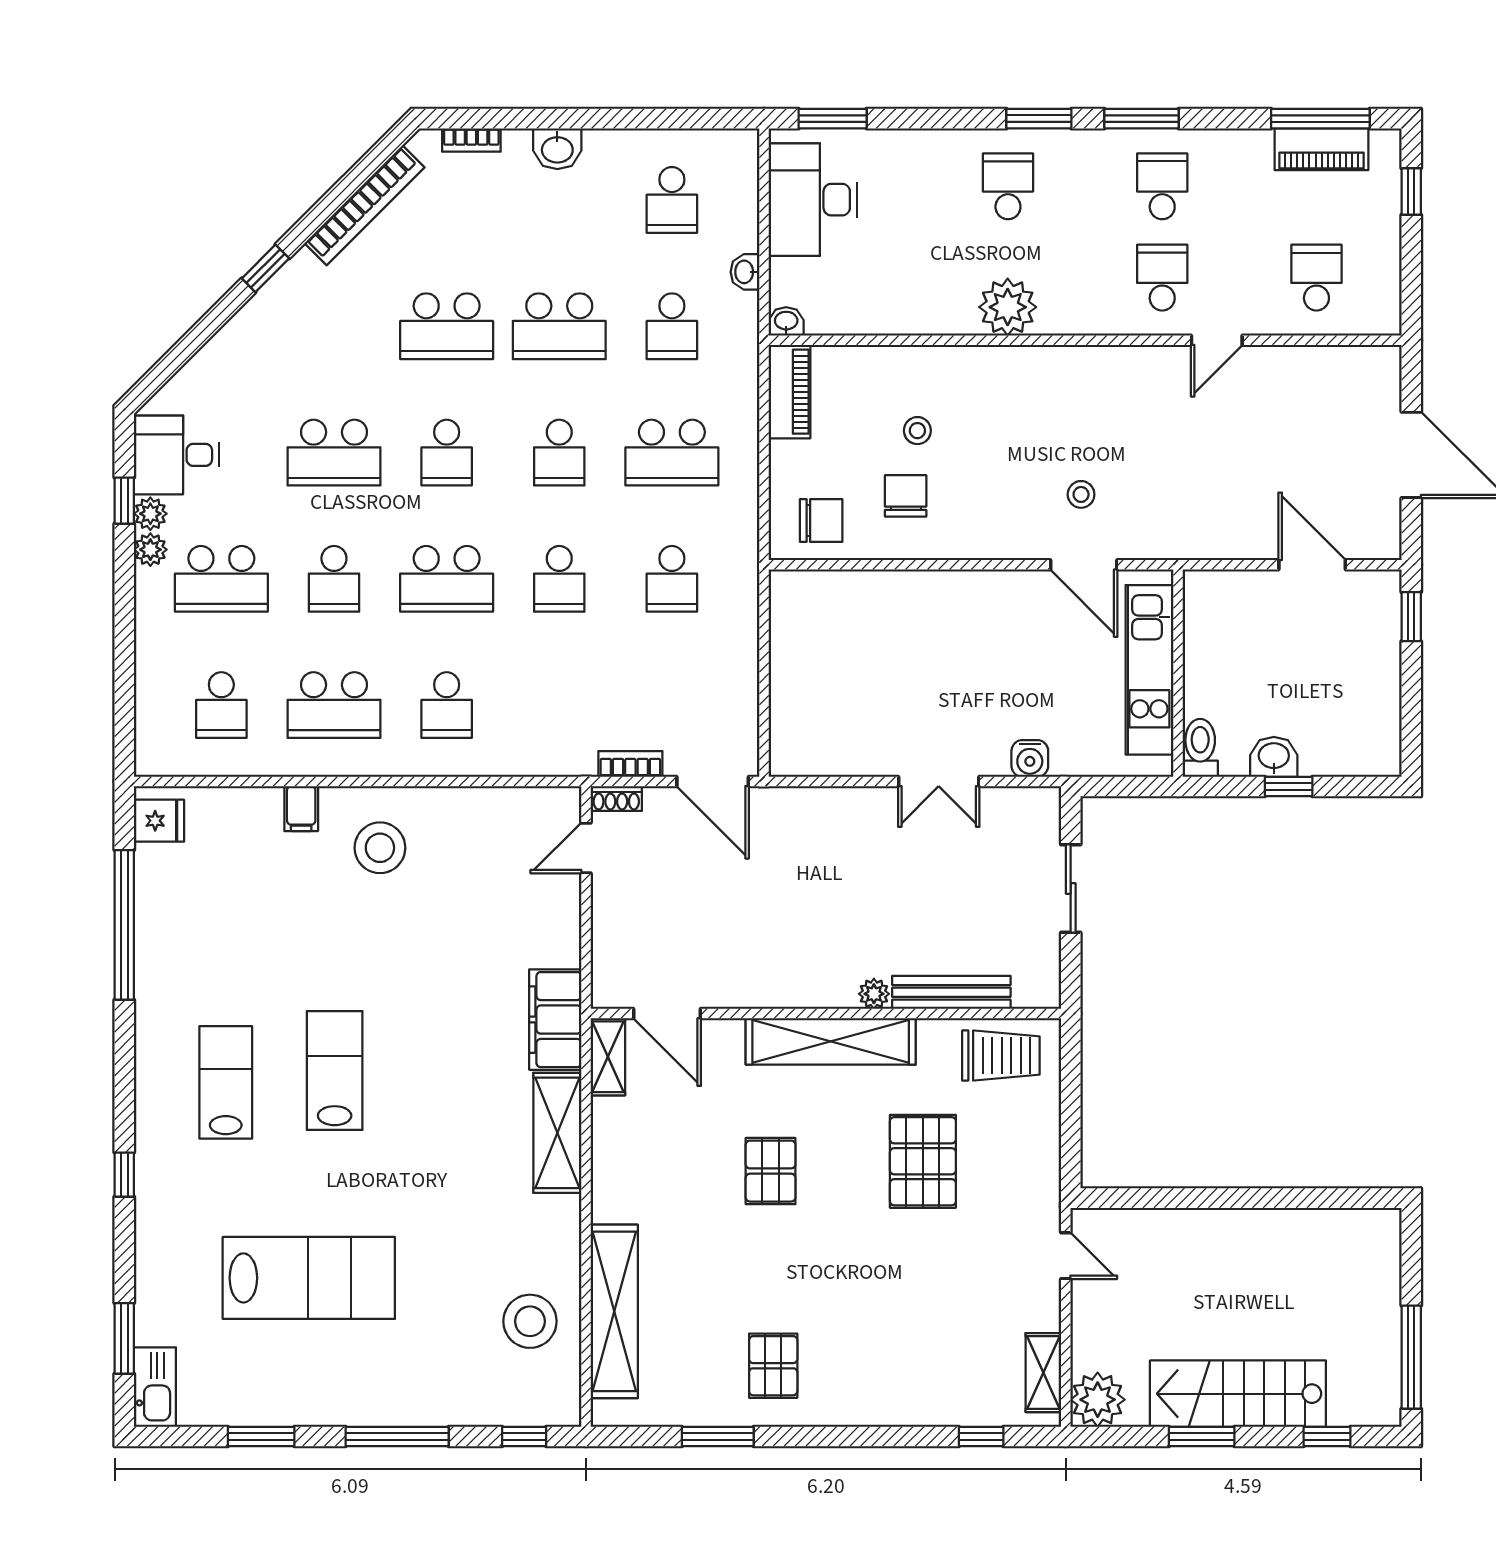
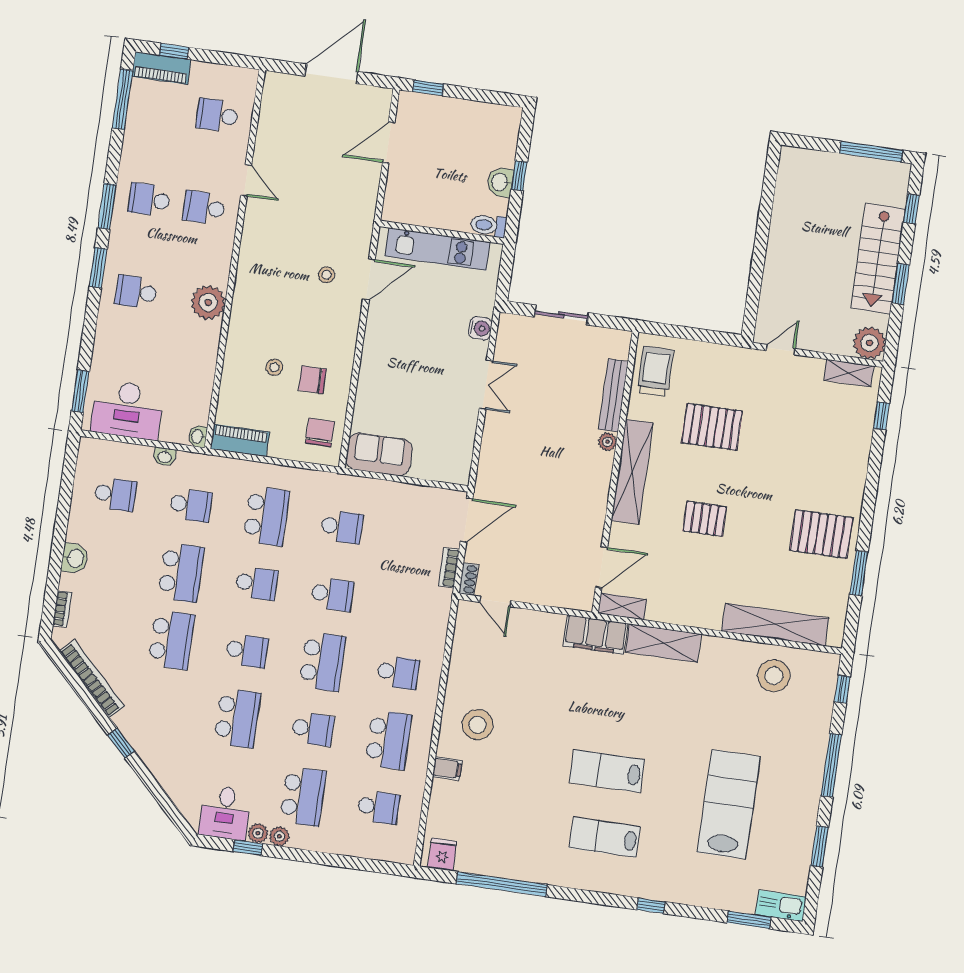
piano: (1322, 149) -> (161, 68), moved, turned 90
sofa: (799, 623) -> (379, 454), added
pallet: (773, 1366) -> (821, 534), width x1.50, depth x1.42

